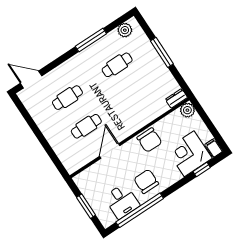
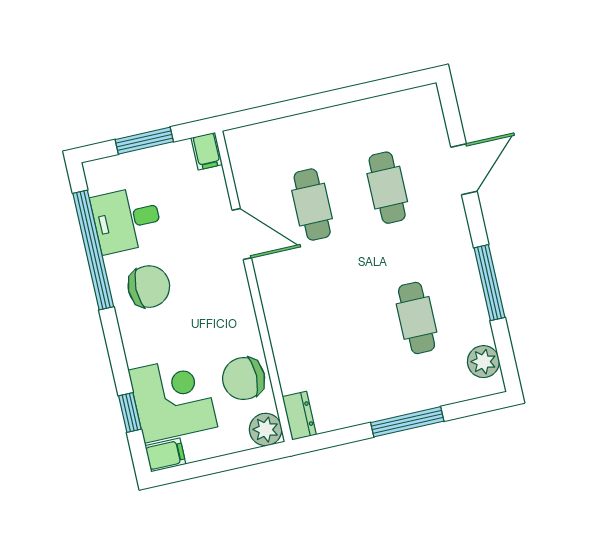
door: (31, 80) -> (464, 169), moved
chair: (149, 140) -> (244, 379), moved
filing cabinet: (81, 179) -> (207, 151), added

